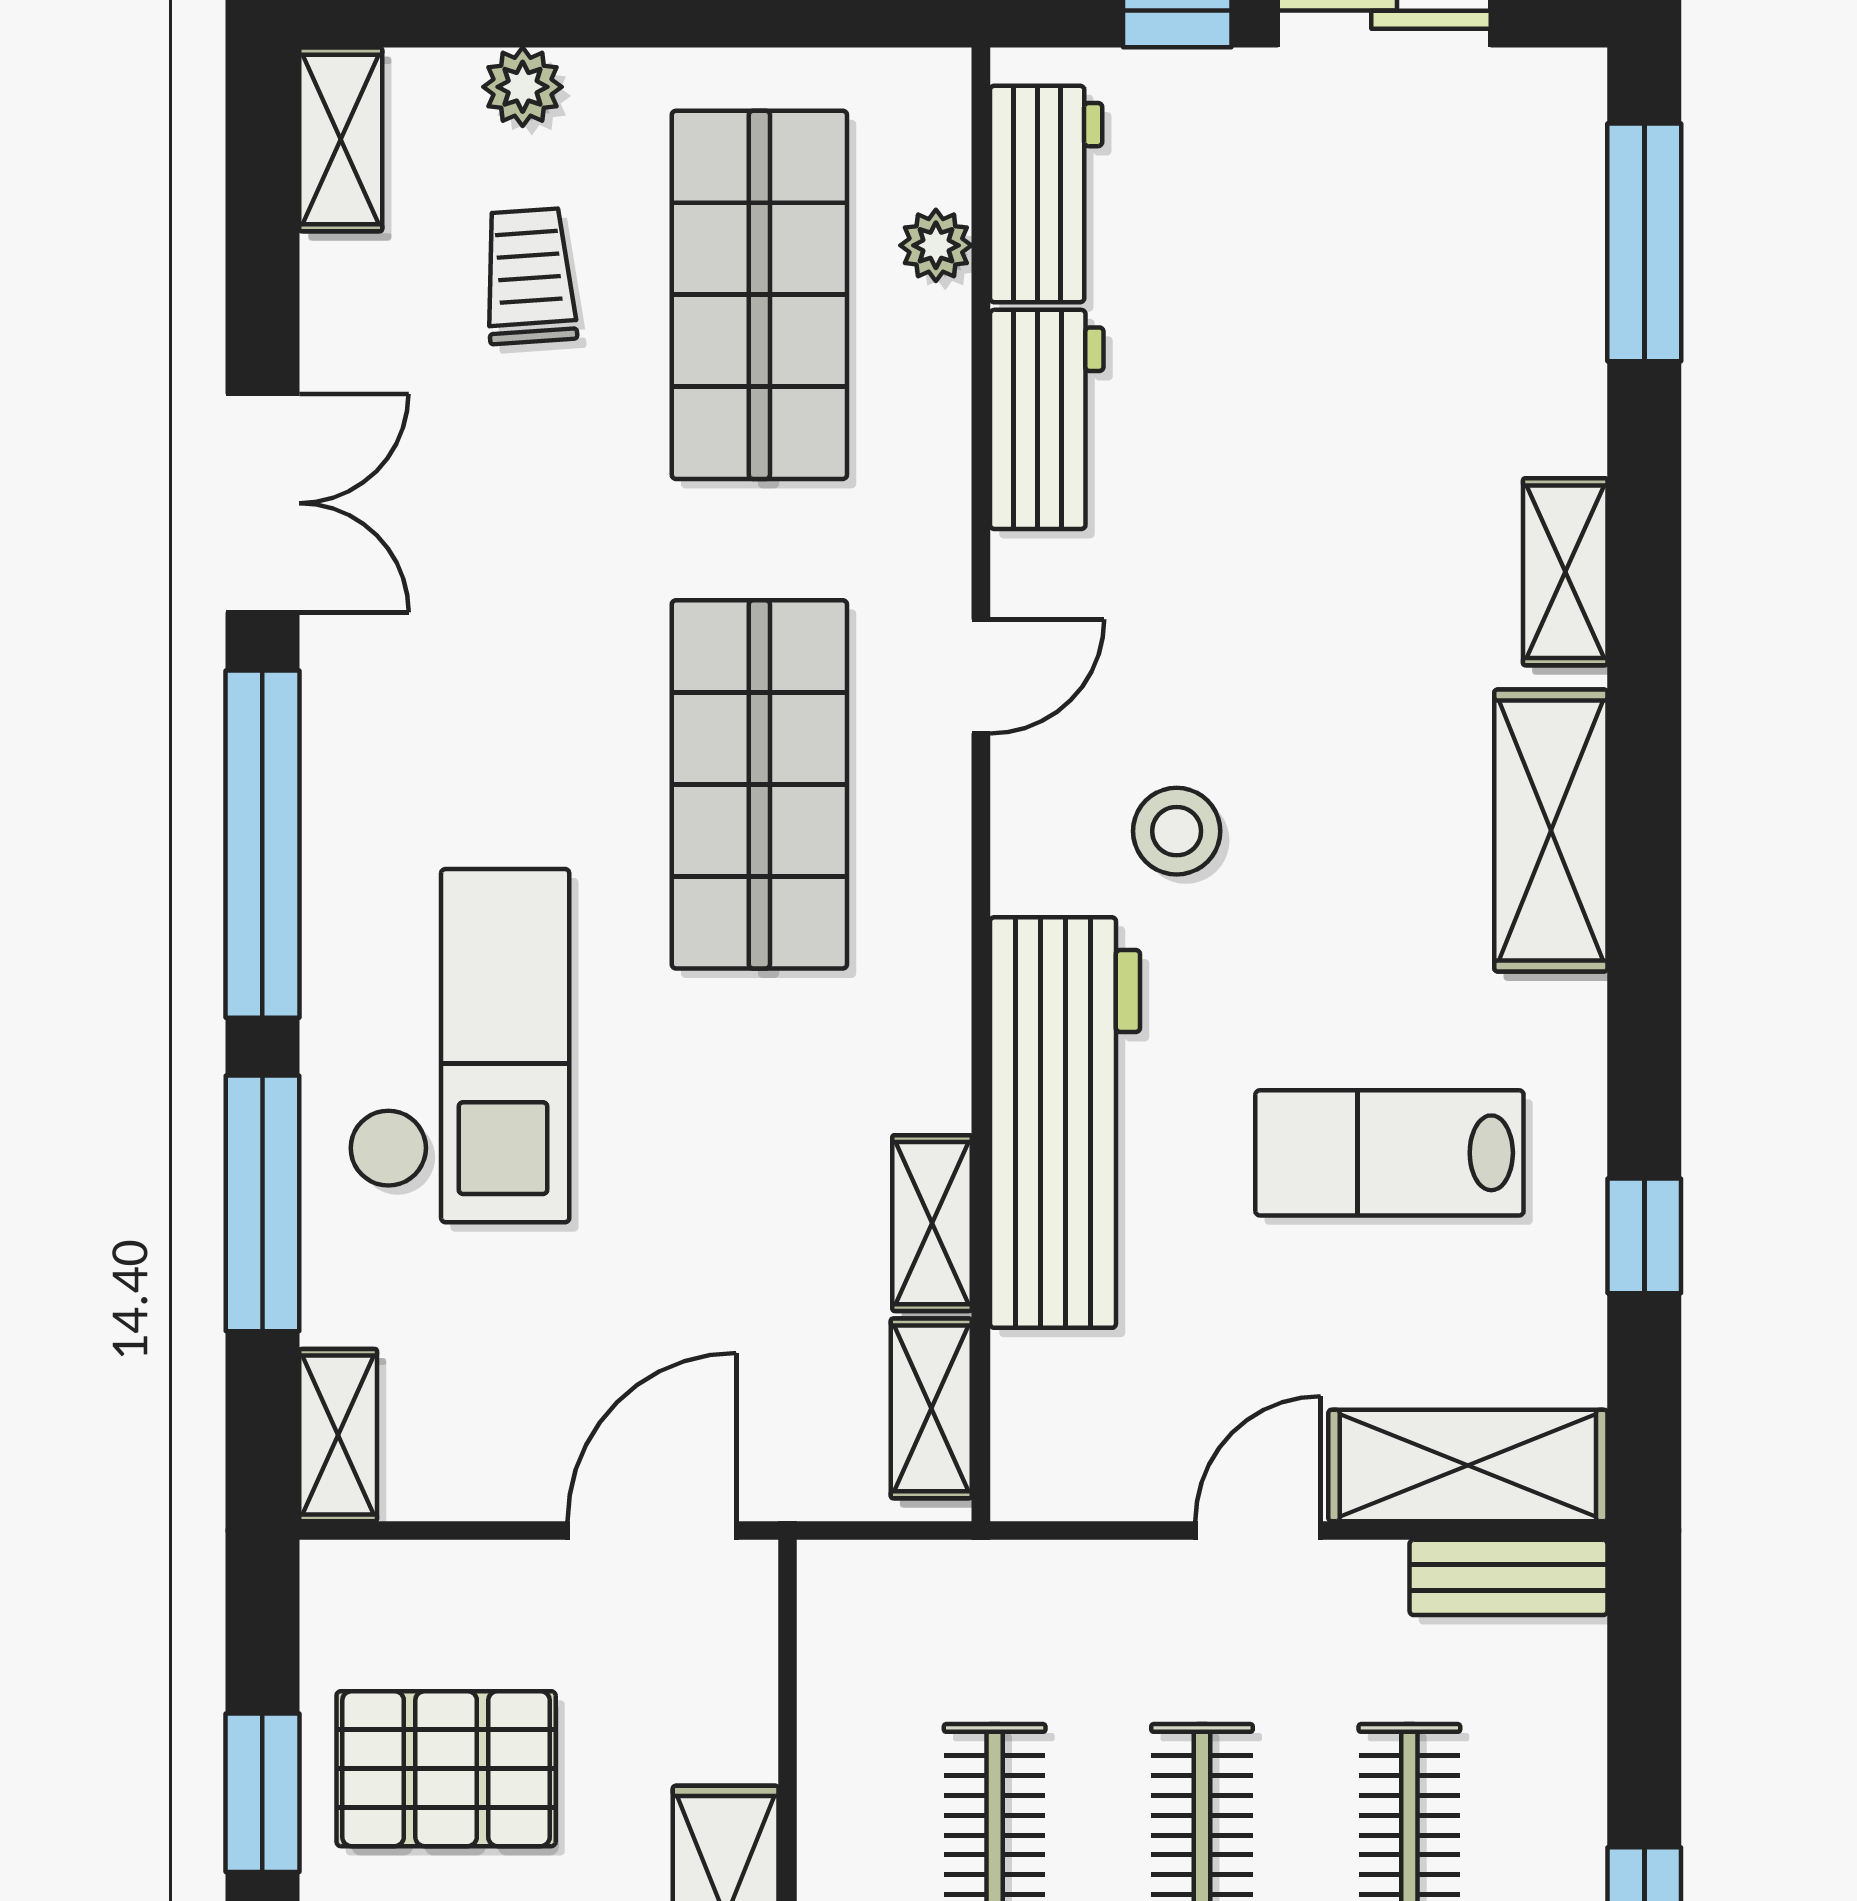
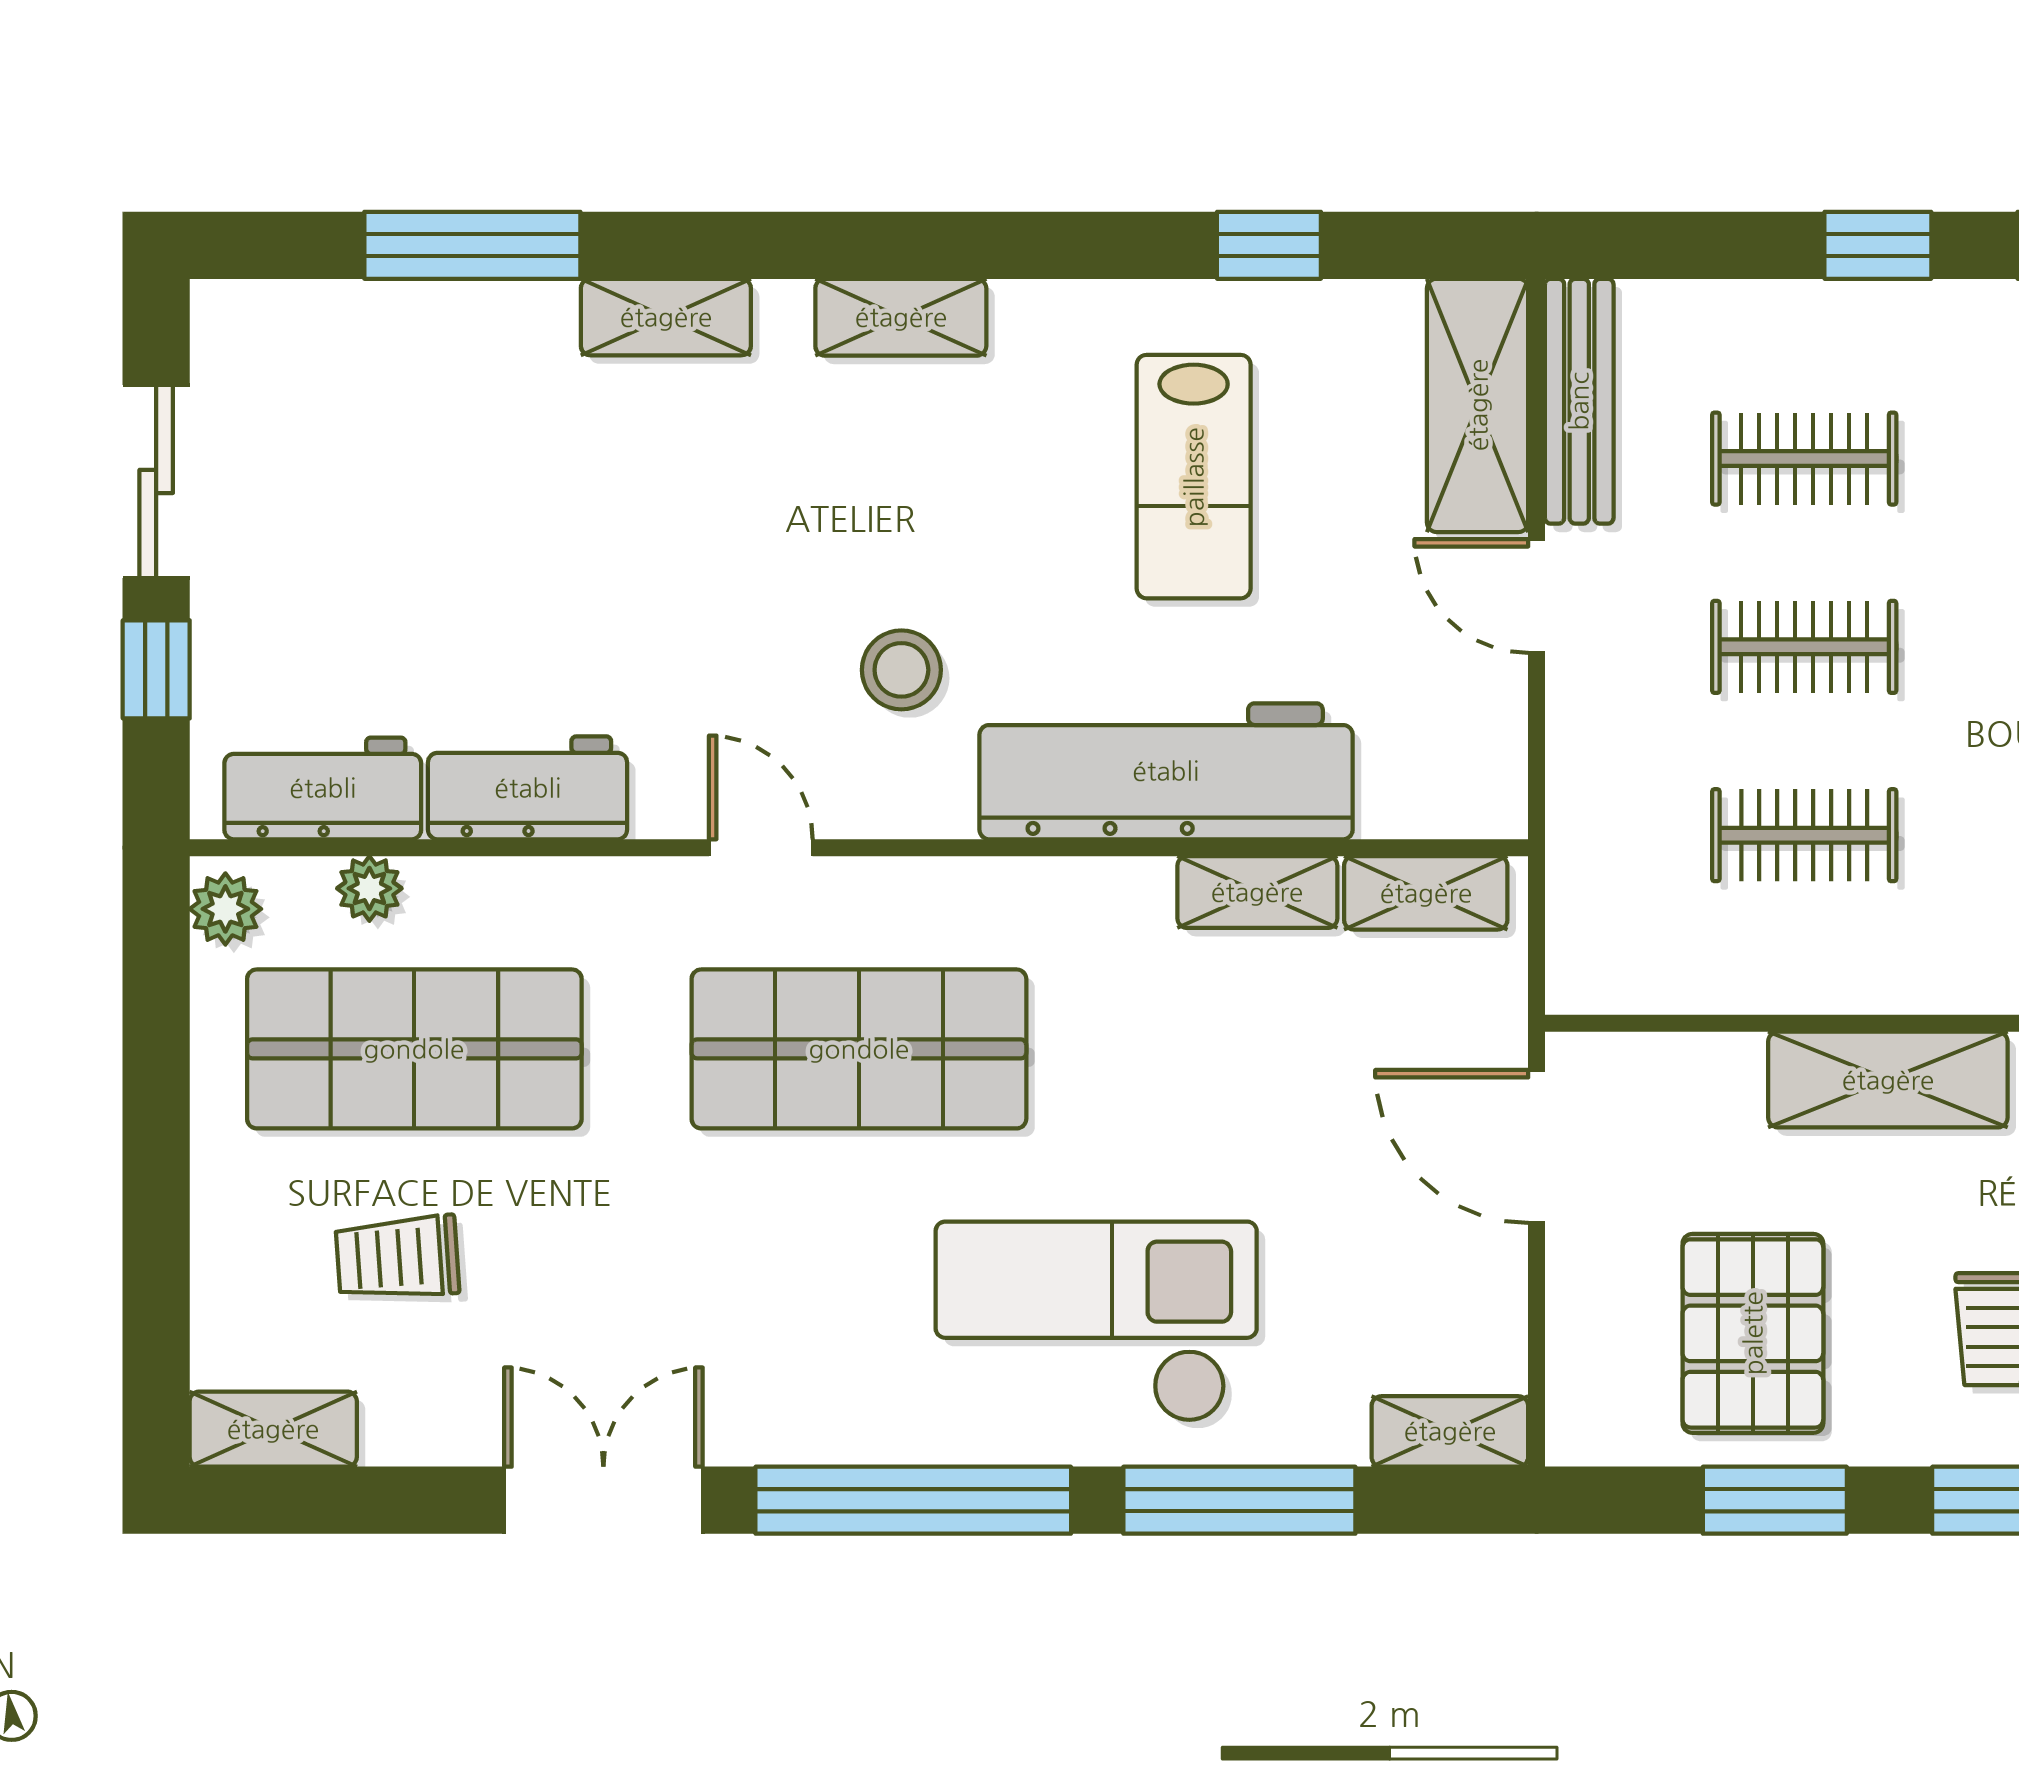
plant: (523, 87) -> (225, 909), moved
window: (1644, 242) -> (472, 245), moved
shelving: (1551, 830) -> (901, 317), width x0.67, depth x0.75
bench: (1508, 1577) -> (1579, 401), width x1.36

